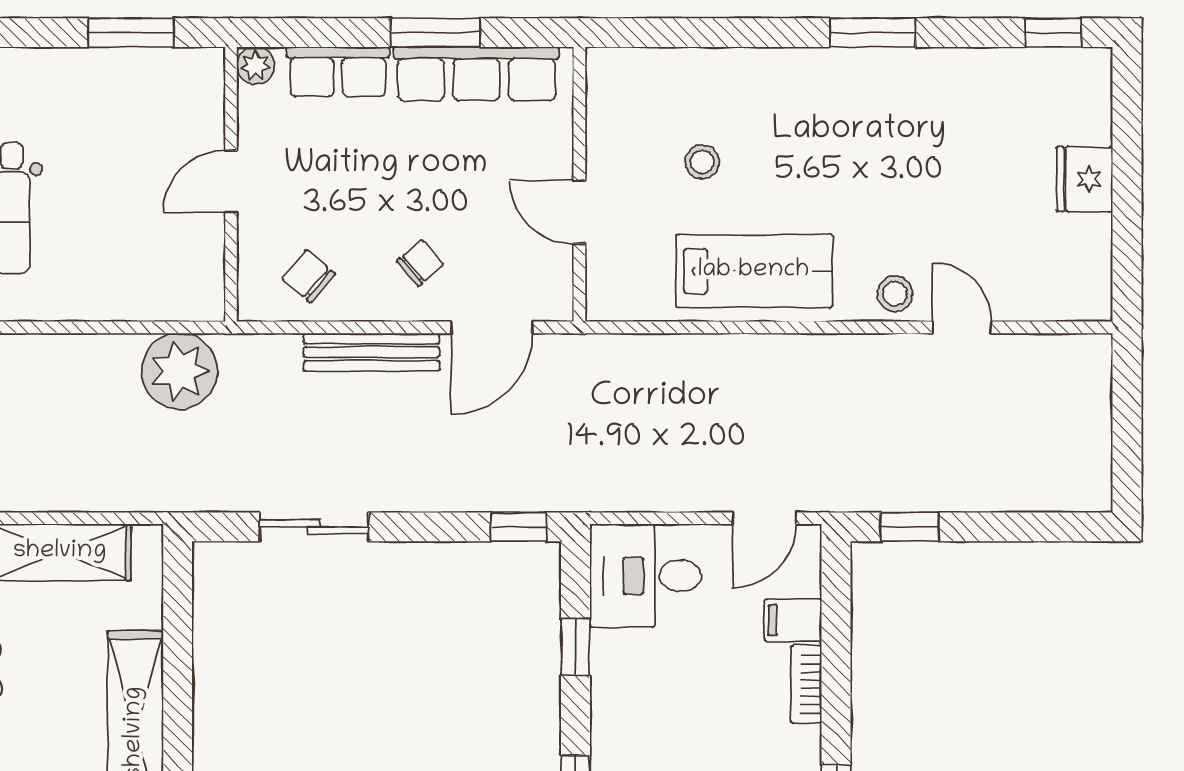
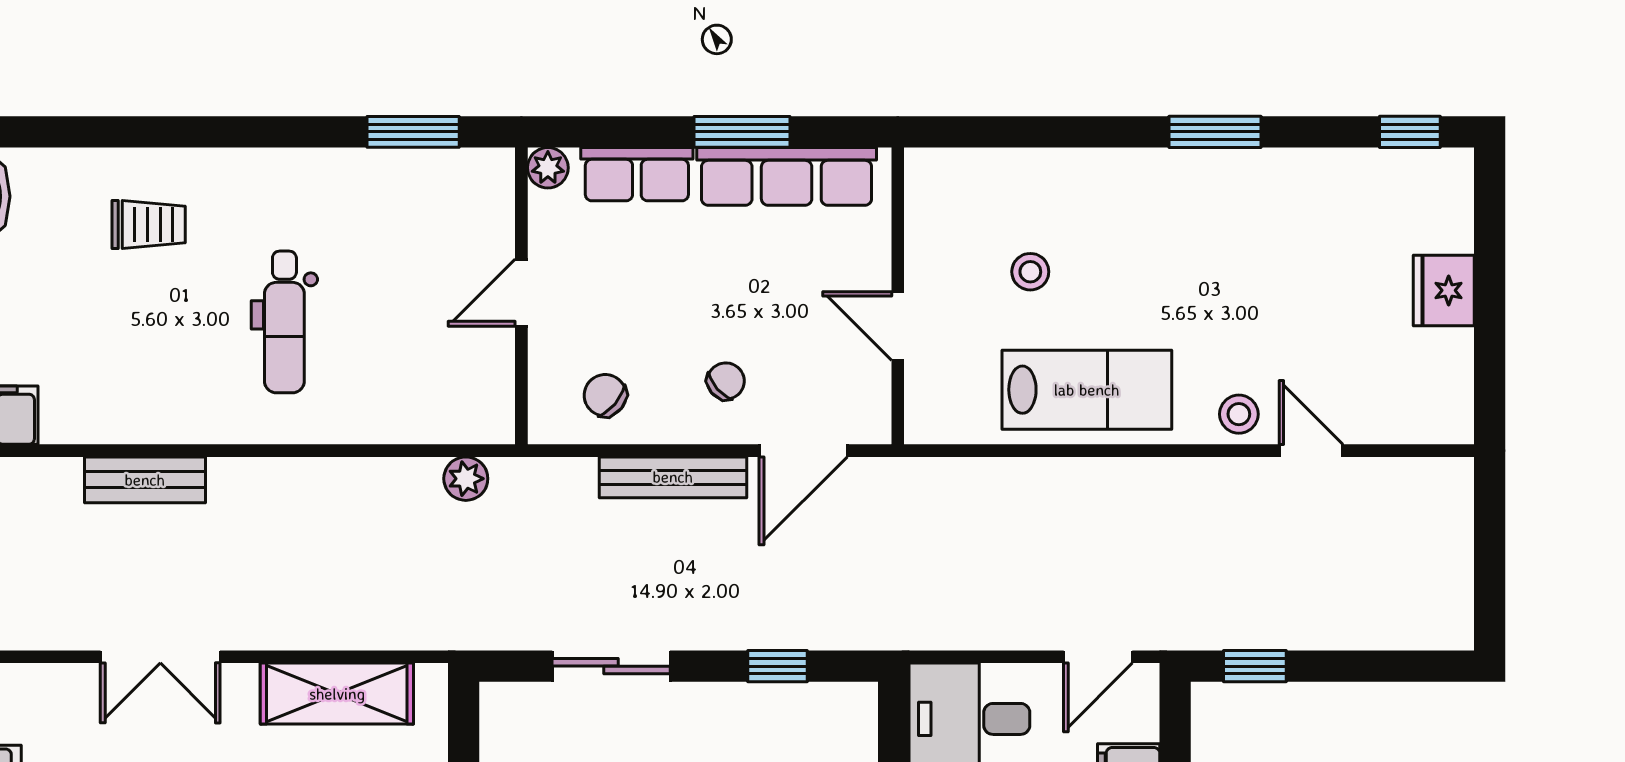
plant: (180, 371) -> (466, 479), width x0.53, depth x0.53
window: (519, 527) -> (778, 666), moved

